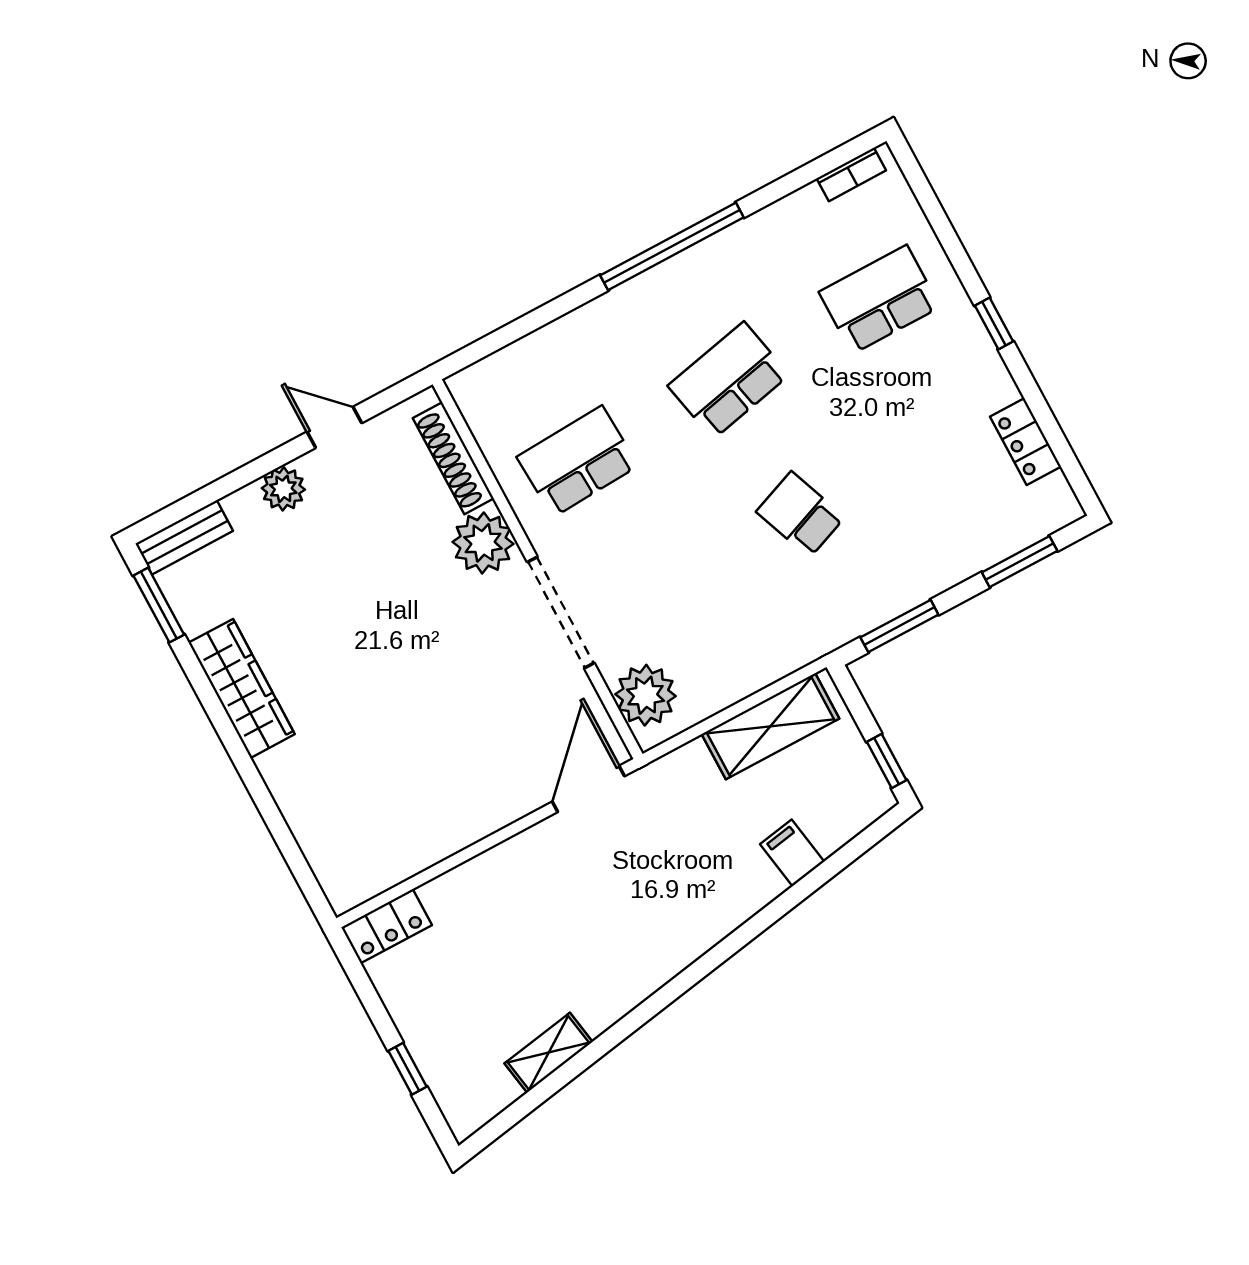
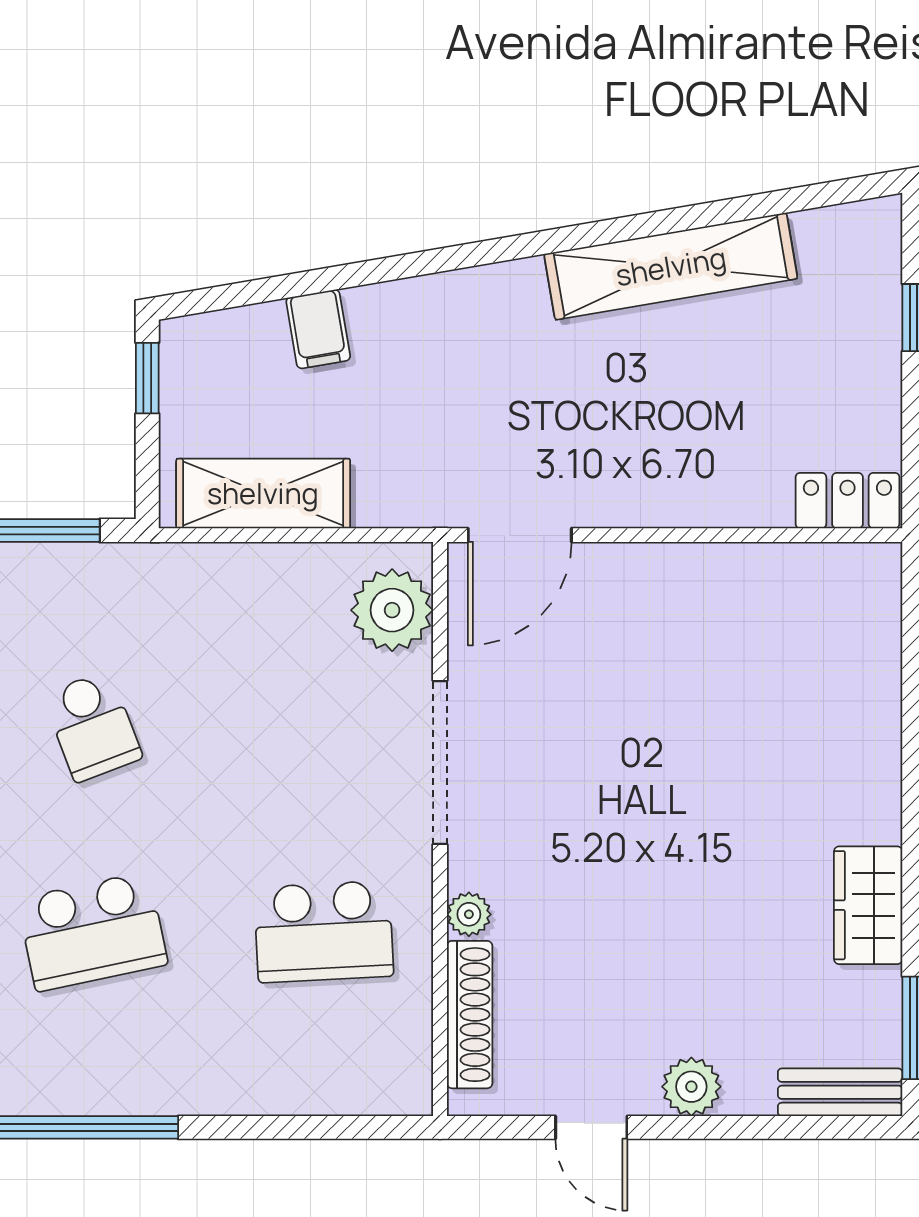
plant: (483, 543) -> (469, 914), width x0.53, depth x0.53
wardrobe: (242, 688) -> (868, 905), width x0.67
shelving: (549, 1053) -> (671, 266), width x2.20, depth x1.33

